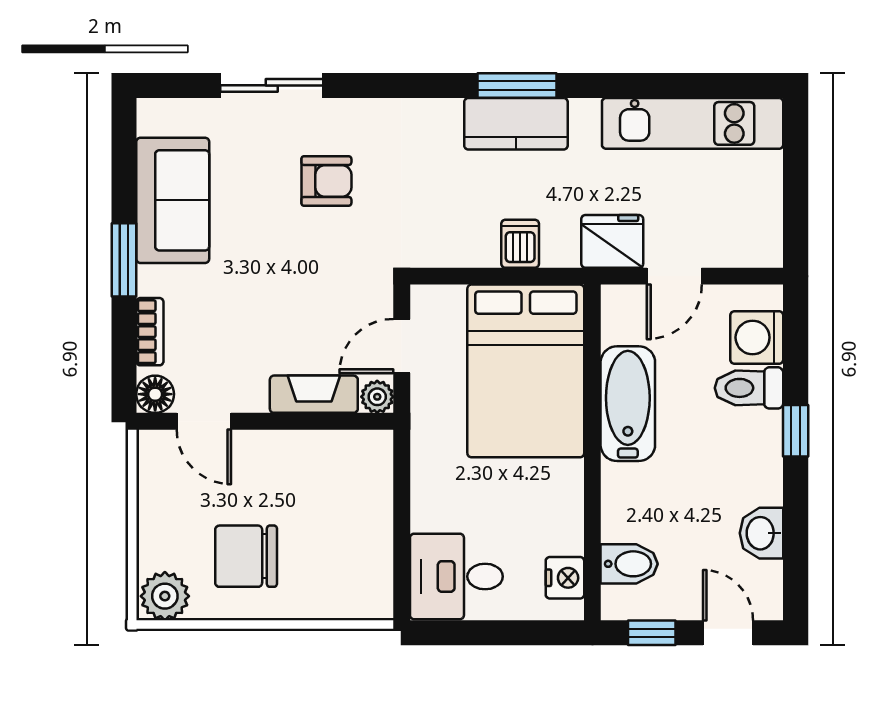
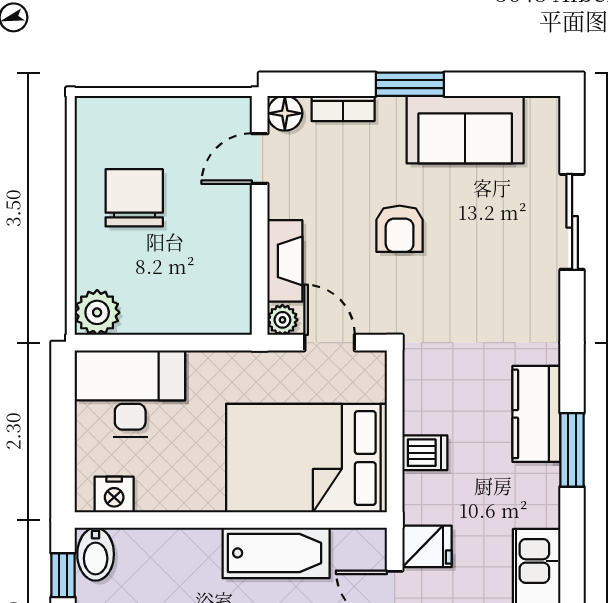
kitchen counter: (516, 124) -> (536, 414), moved
armchair: (326, 181) -> (400, 229), moved
fridge: (612, 241) -> (427, 546), width x0.72
bidet: (629, 564) -> (96, 554), moved
desk: (456, 576) -> (130, 393), width x1.37
plant: (165, 596) -> (97, 312), moved

